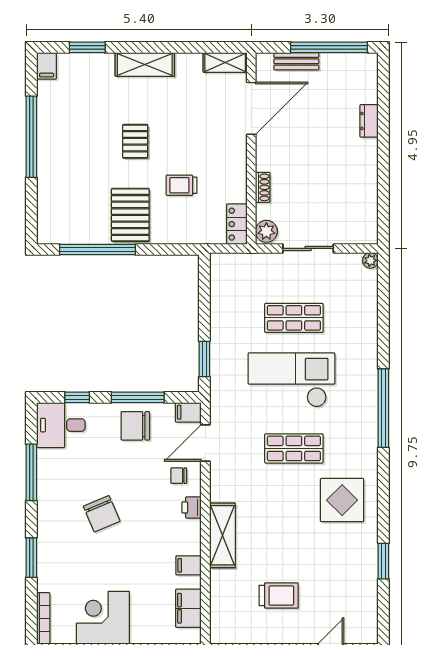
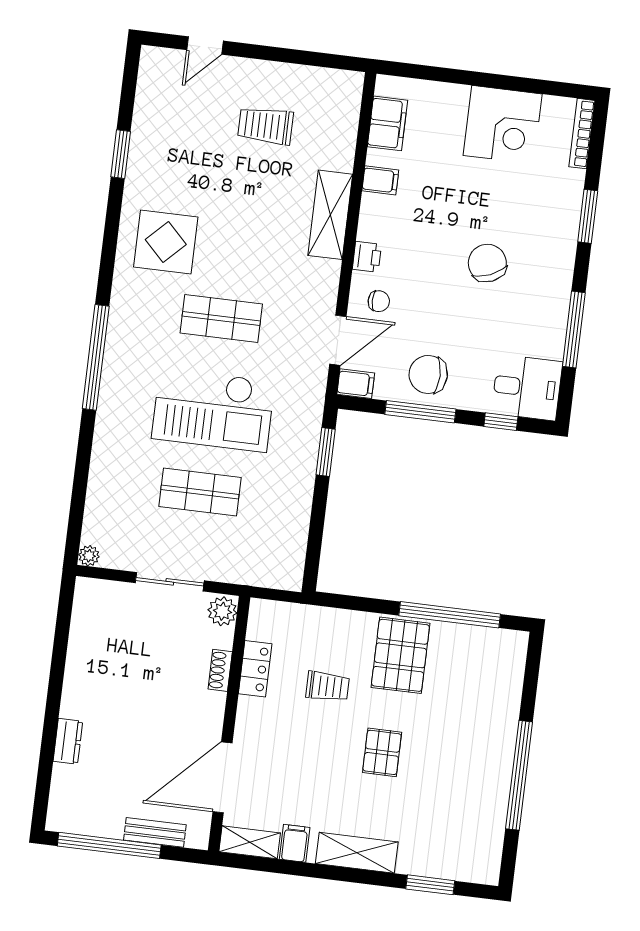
filing cabinet: (47, 66) -> (295, 843), moved
locker: (237, 224) -> (255, 669), moved
chair: (135, 426) -> (428, 374), turned 180

